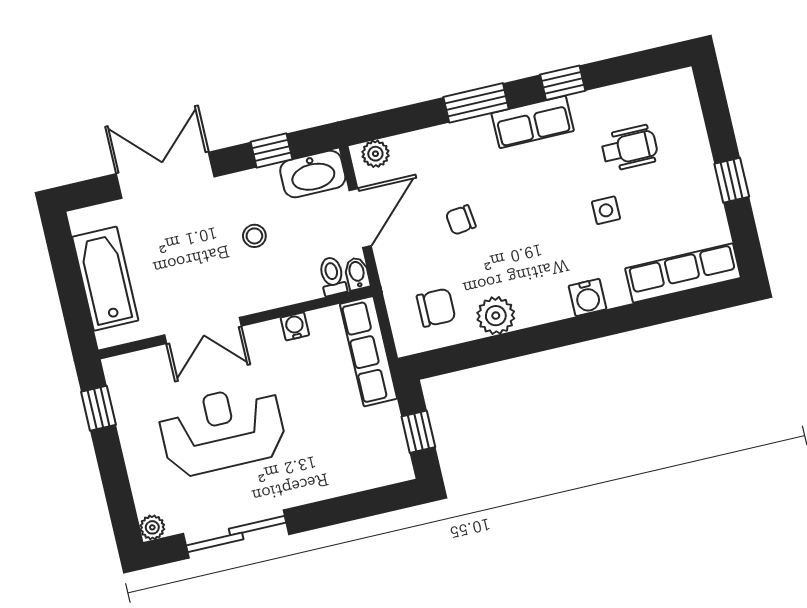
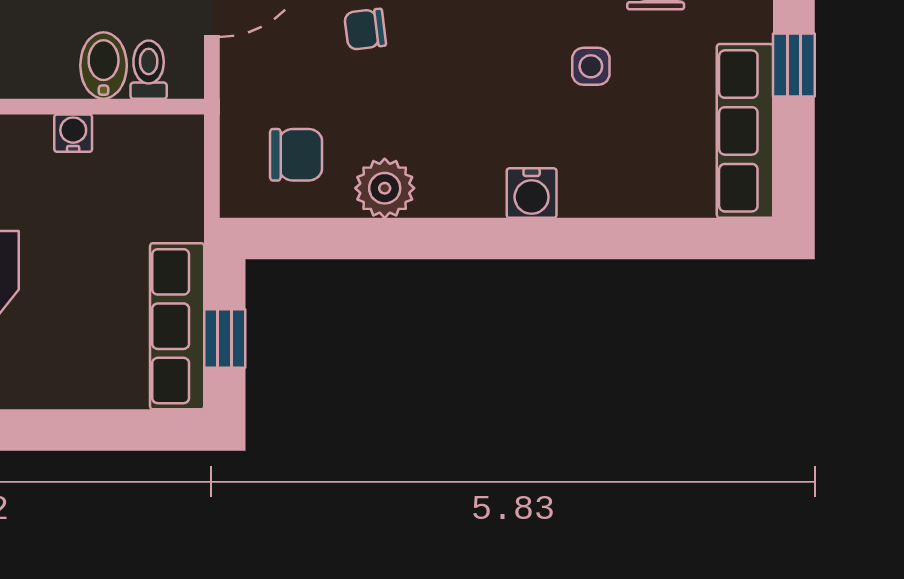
bidet: (357, 273) -> (104, 65), moved, width x1.38, depth x1.36
row of seats: (683, 273) -> (745, 131), moved, turned -90
row of seats: (369, 351) -> (177, 326), moved

